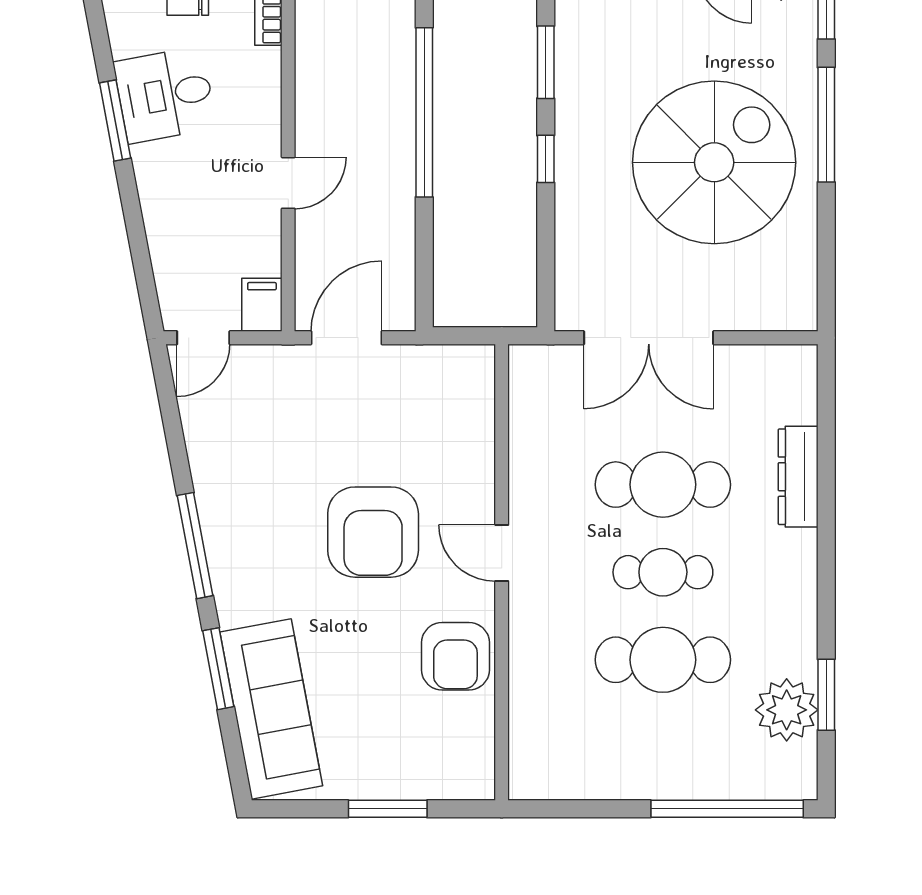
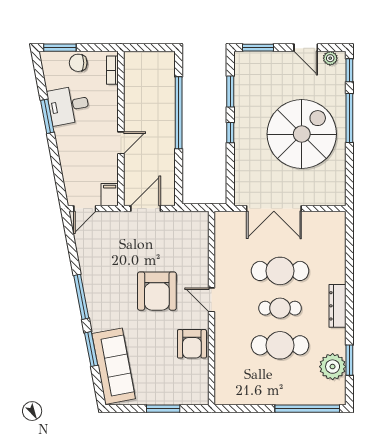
dresser: (798, 477) -> (337, 306), moved

